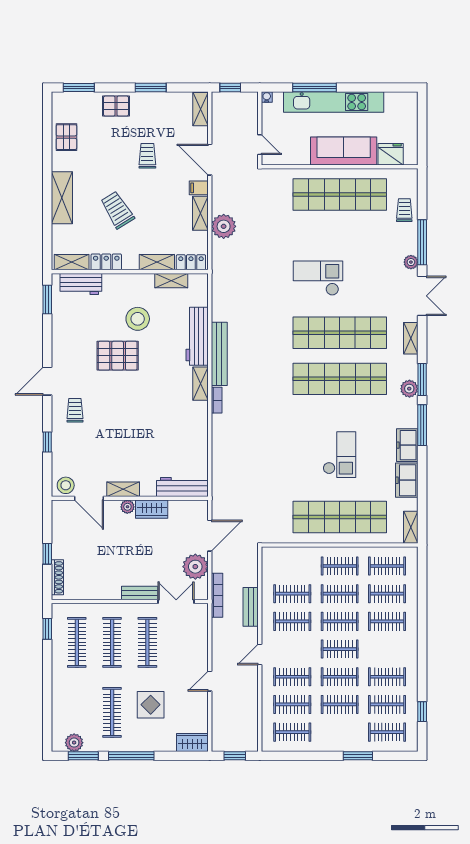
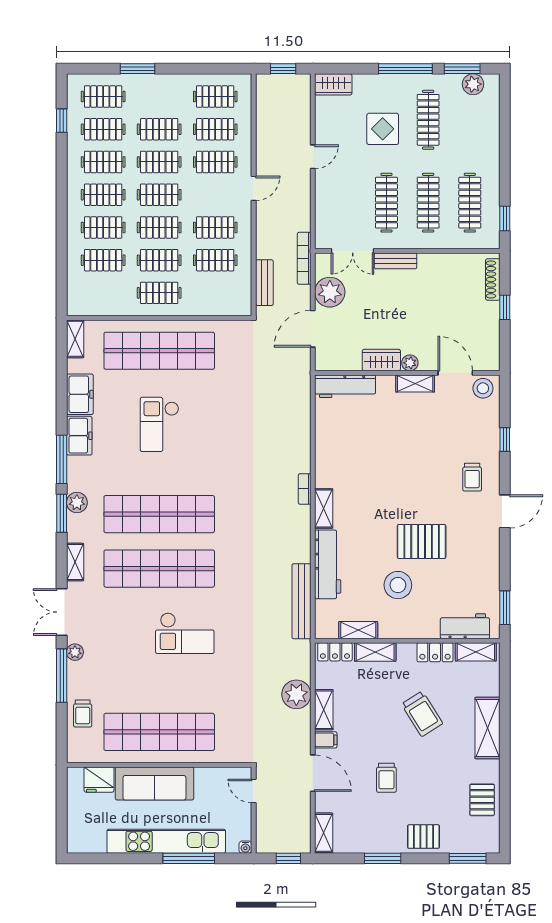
bench: (219, 354) -> (301, 601), moved
clothes rail: (387, 566) -> (103, 195), moved
bench: (251, 607) -> (264, 283), moved

